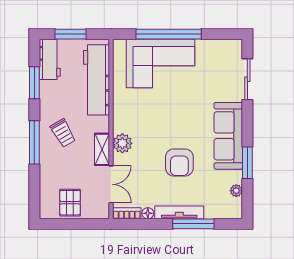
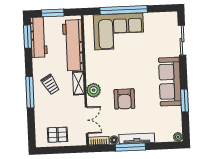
workbench: (50, 59) -> (39, 37), width x1.38
window: (34, 83) -> (28, 37), moved
shelving: (102, 149) -> (78, 83), moved
armchair: (179, 162) -> (124, 99), moved
plant: (236, 191) -> (178, 137), moved
pallet: (70, 203) -> (58, 135), turned 90
window: (193, 224) -> (130, 147), moved

